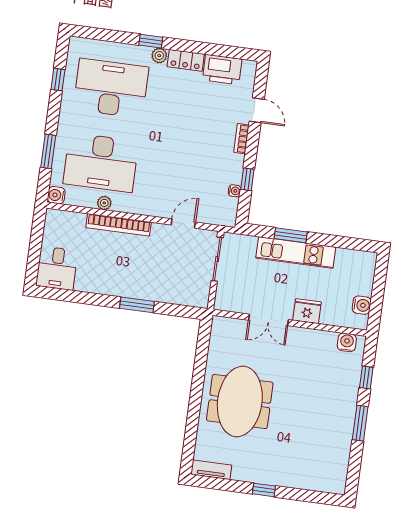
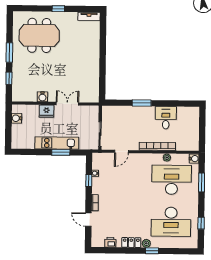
printer: (222, 70) -> (110, 242), width x0.53, depth x0.68
desk: (57, 268) -> (166, 118), moved
water cooler: (347, 342) -> (42, 97), moved
meeting table: (240, 402) -> (39, 35), moved, turned 90

